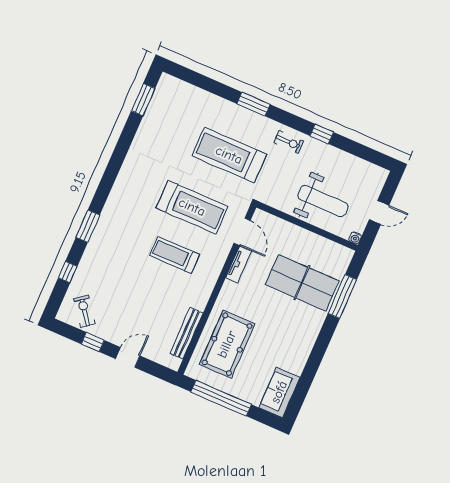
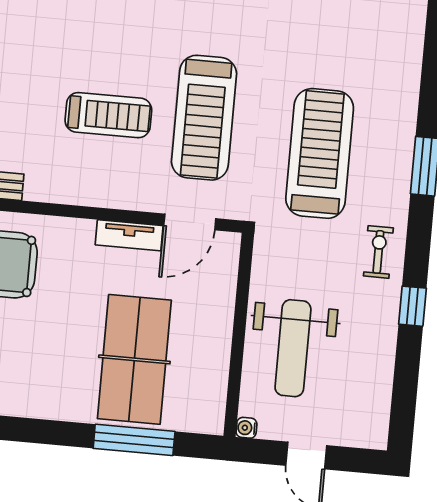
exercise bike: (289, 142) -> (378, 252), turned 180
treadmill: (175, 255) -> (108, 115), turned 90

